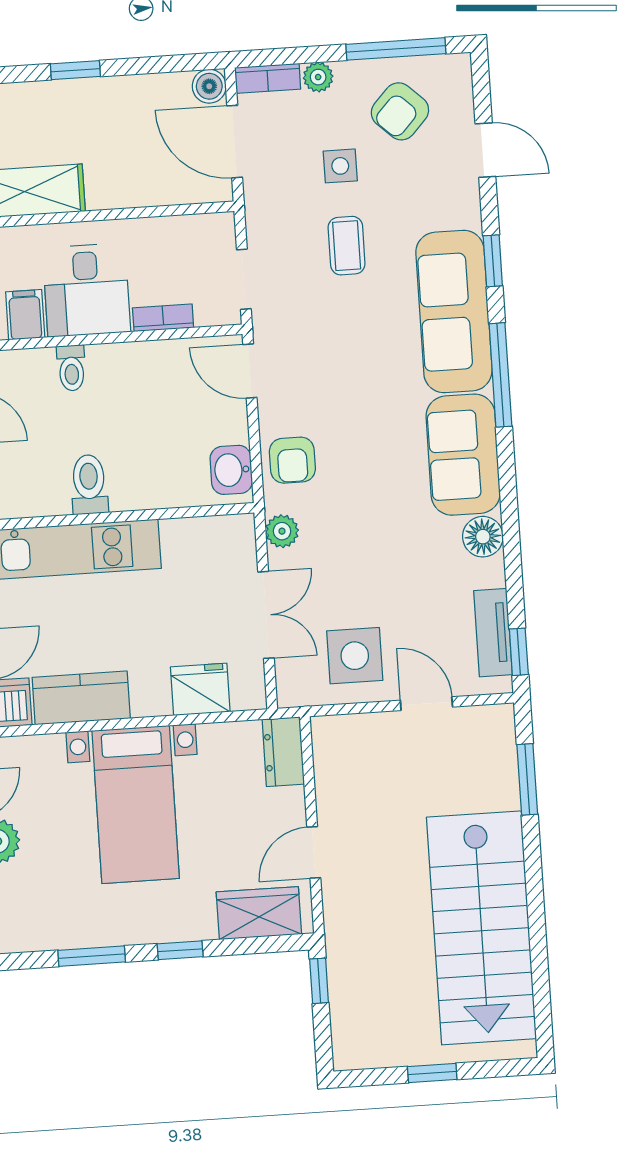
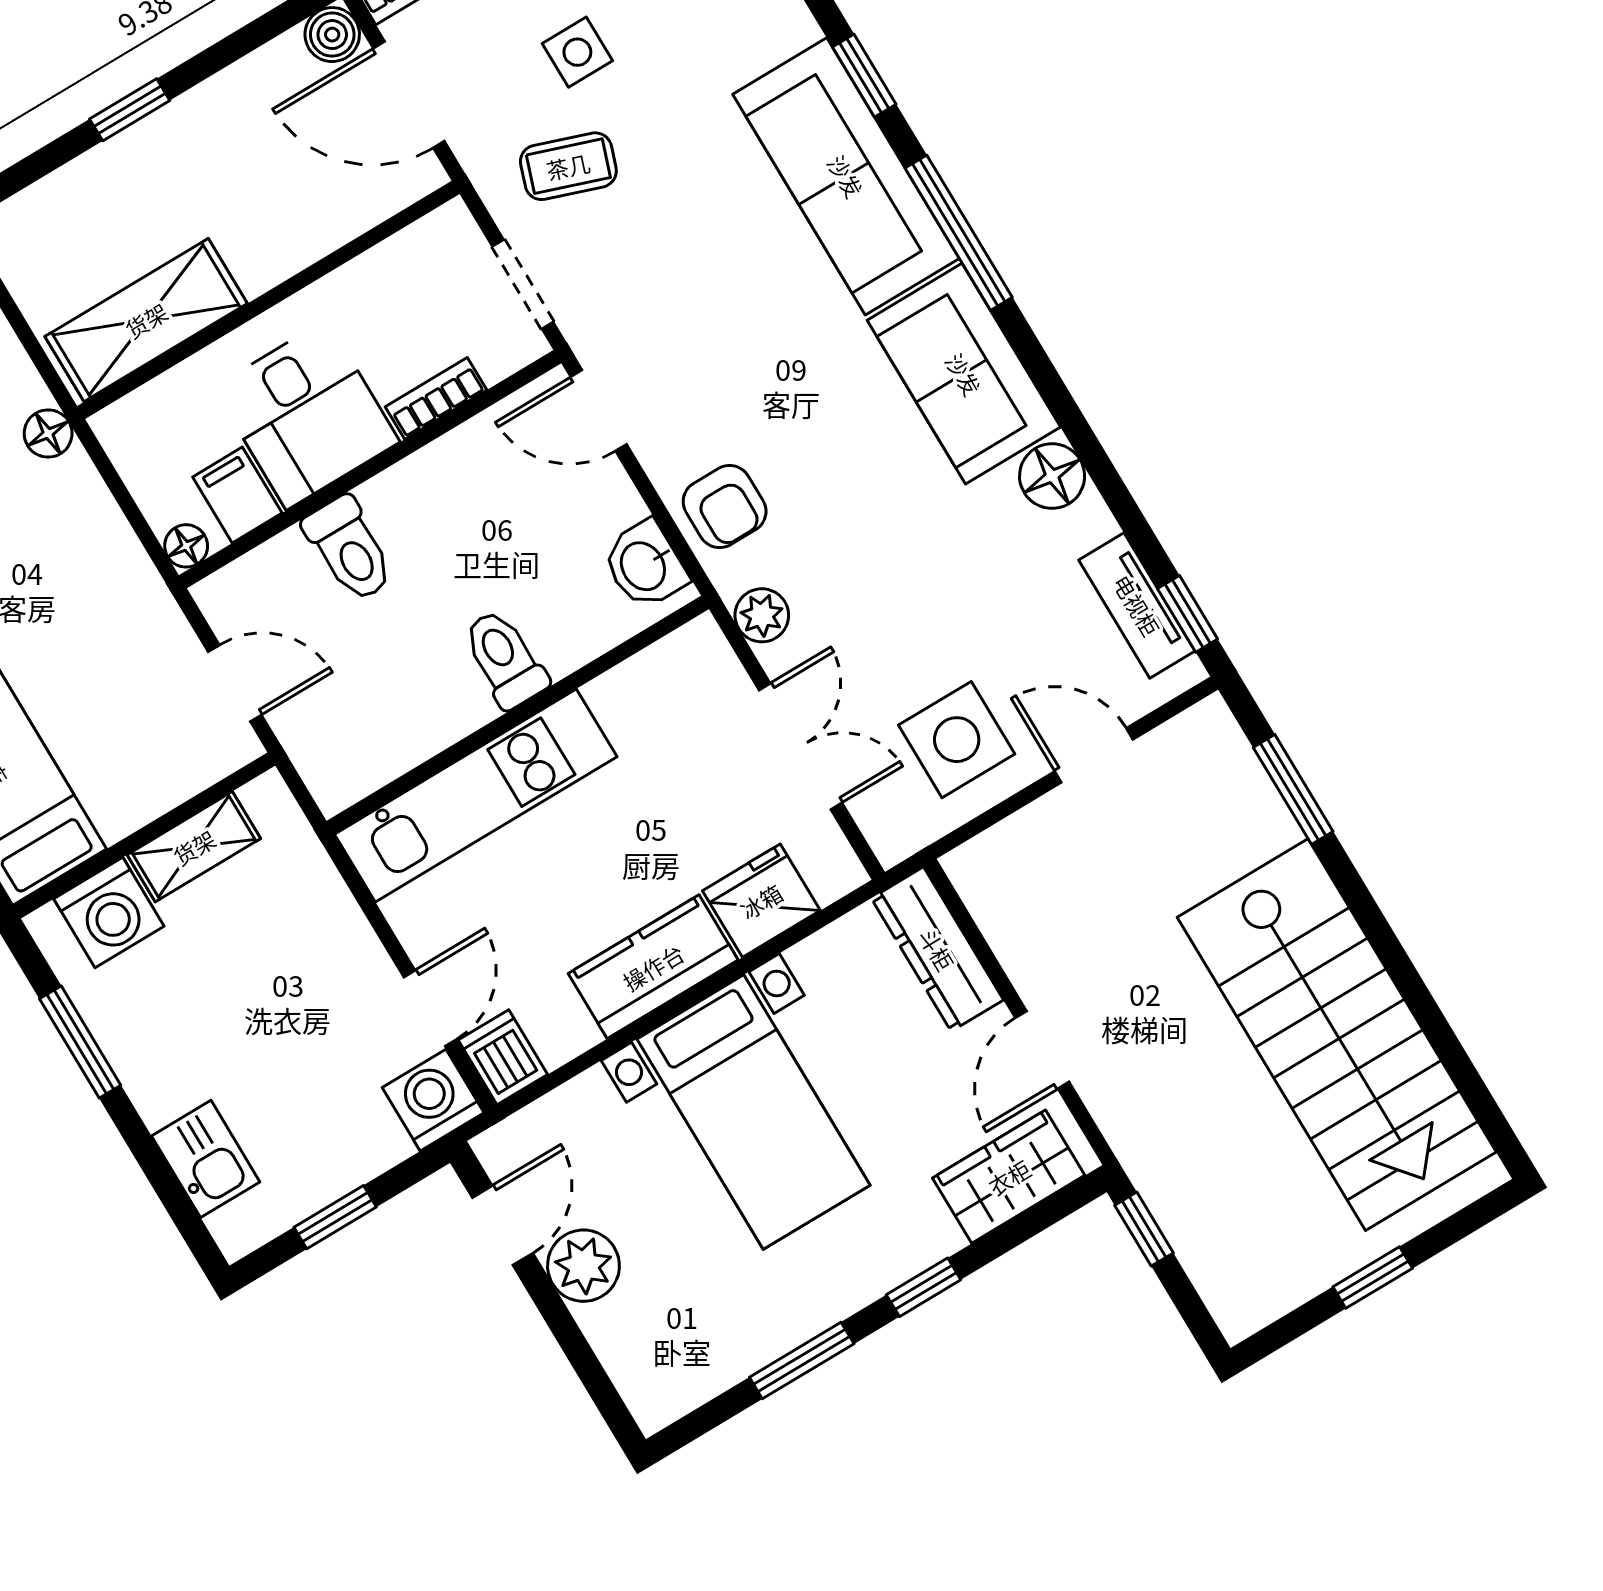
coffee table: (347, 246) -> (568, 166), moved, turned -71
toilet: (71, 368) -> (349, 549), width x1.37, depth x1.39
toilet: (89, 484) -> (505, 659), moved
kitchen counter: (81, 698) -> (653, 967), moved
dresser: (283, 752) -> (937, 949), width x1.44

